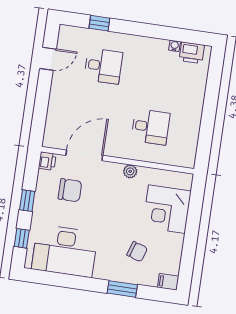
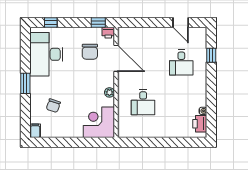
window: (27, 201) -> (98, 23), moved
corner desk: (167, 209) -> (99, 122), moved
window: (122, 289) -> (25, 83), moved

